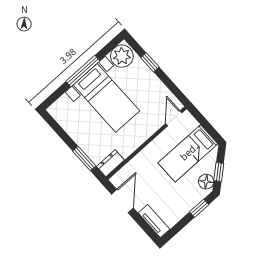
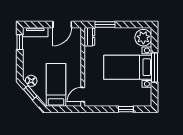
plant: (122, 56) -> (143, 38), moved
door: (174, 118) -> (83, 95), swing flipped
door: (122, 201) -> (62, 24), hinge flipped
window: (199, 208) -> (20, 42), moved

